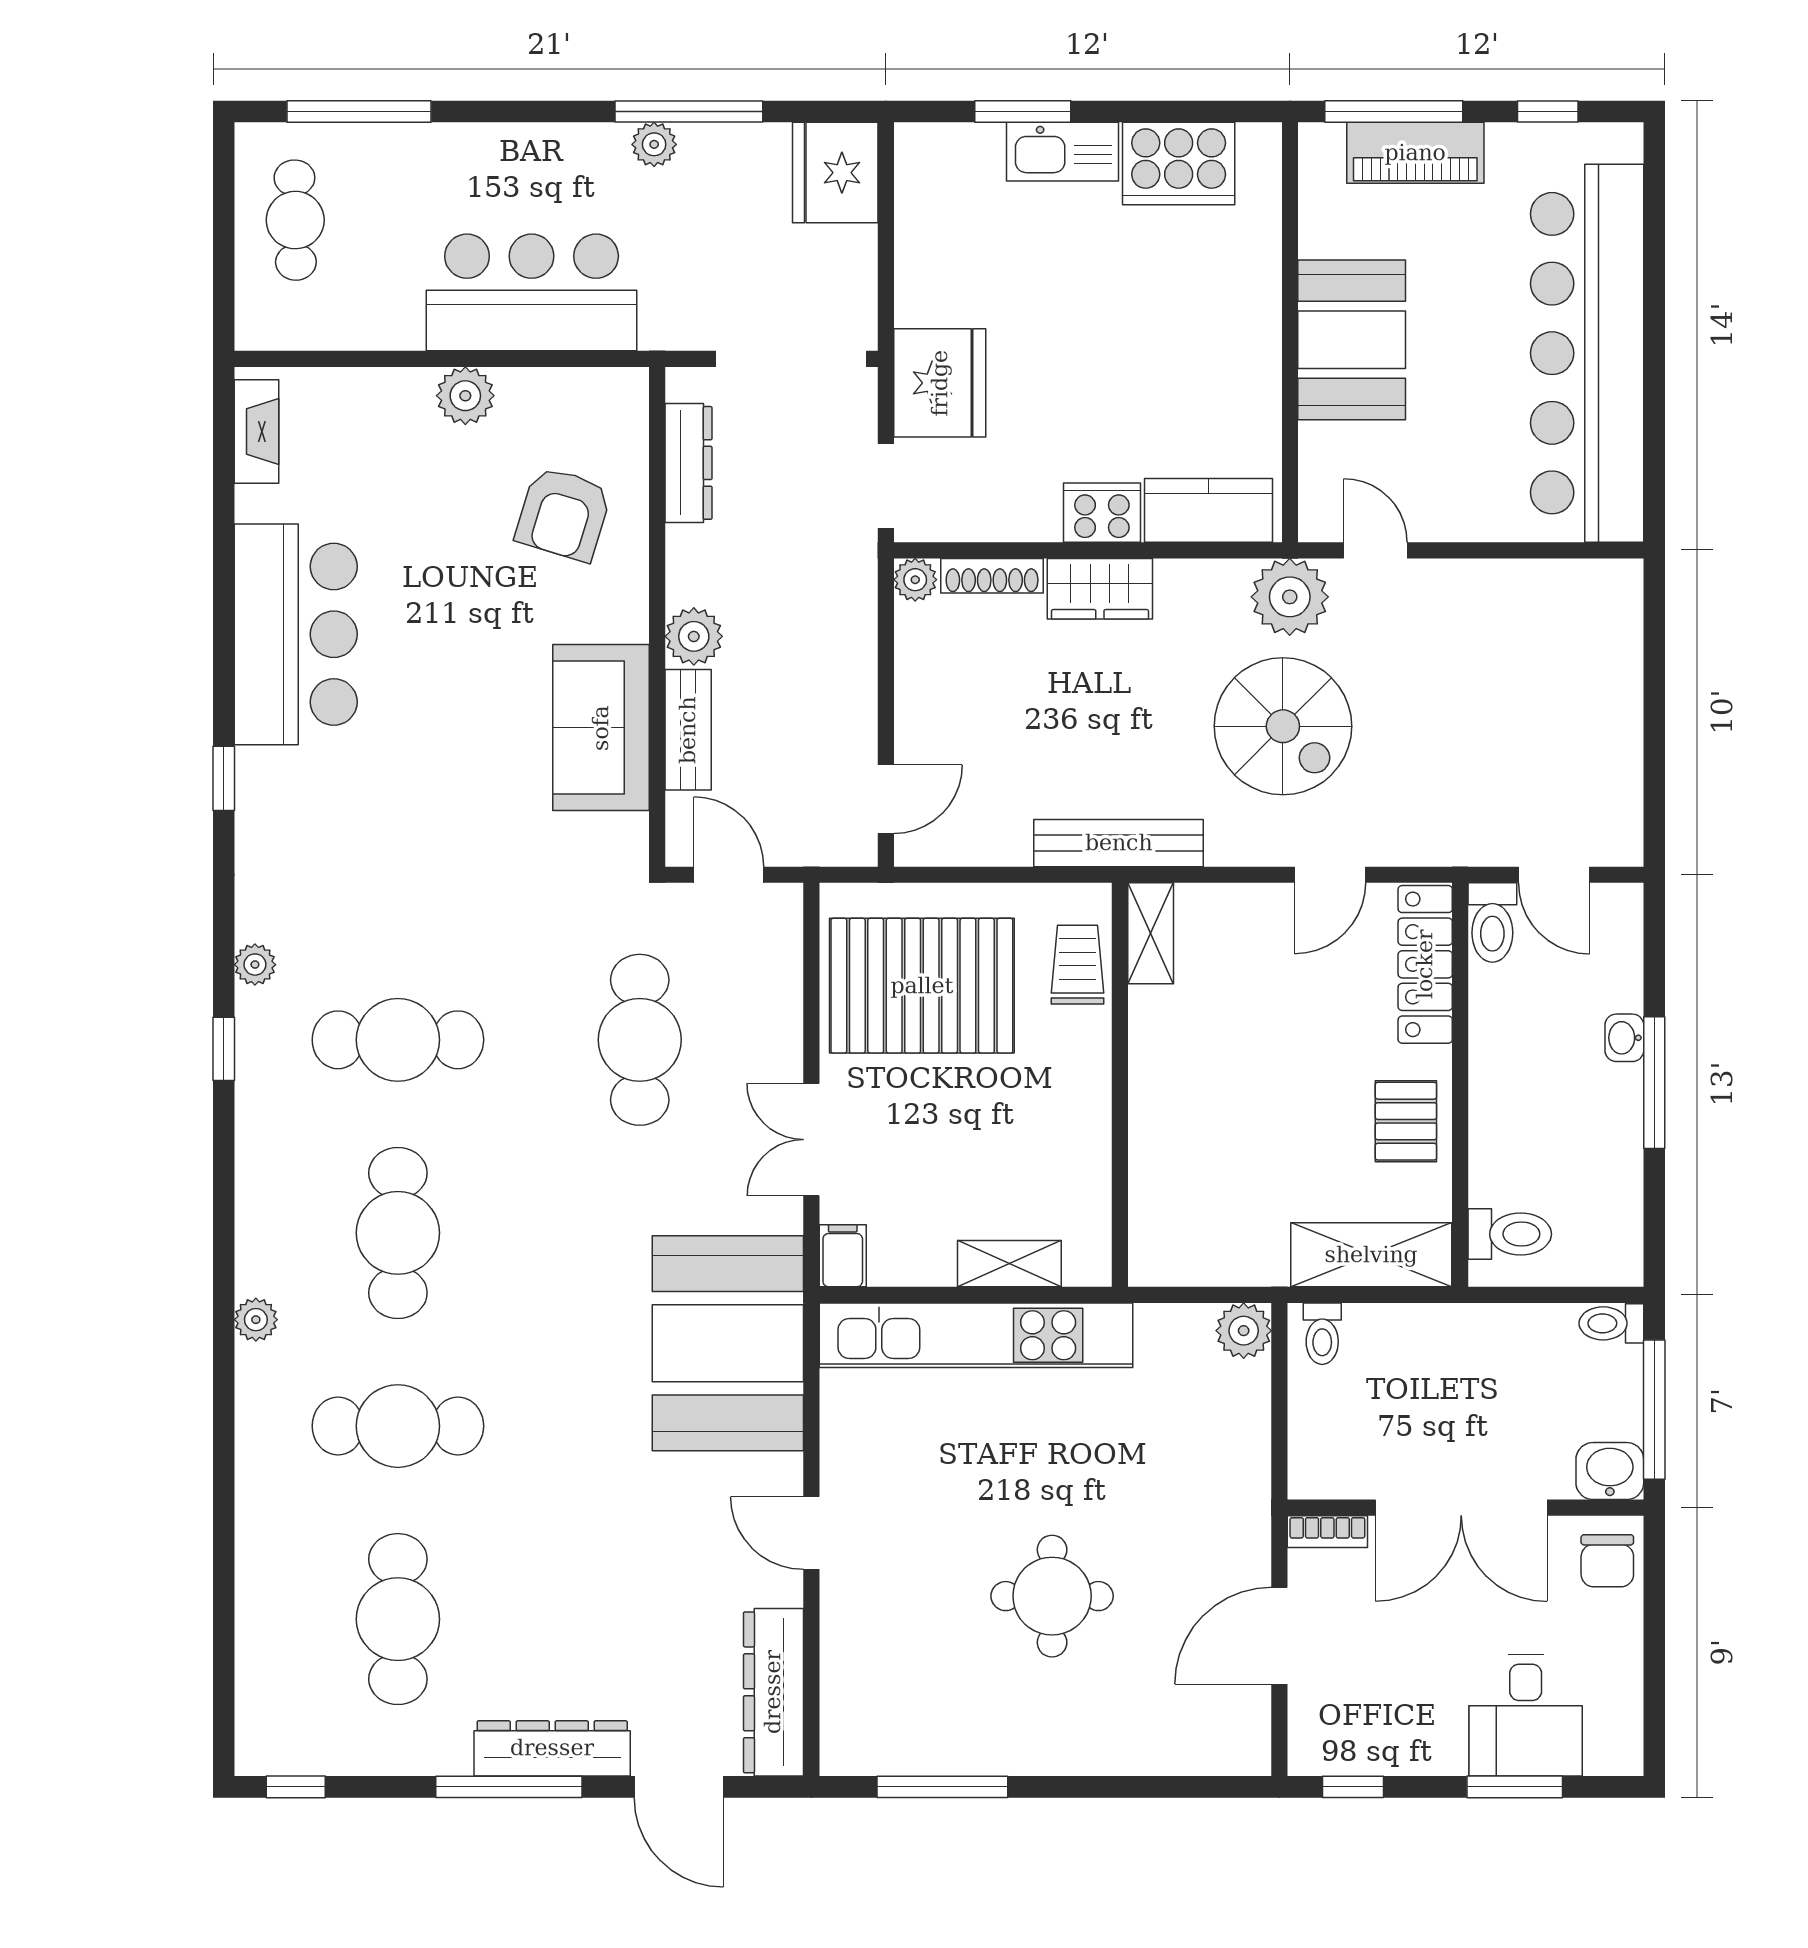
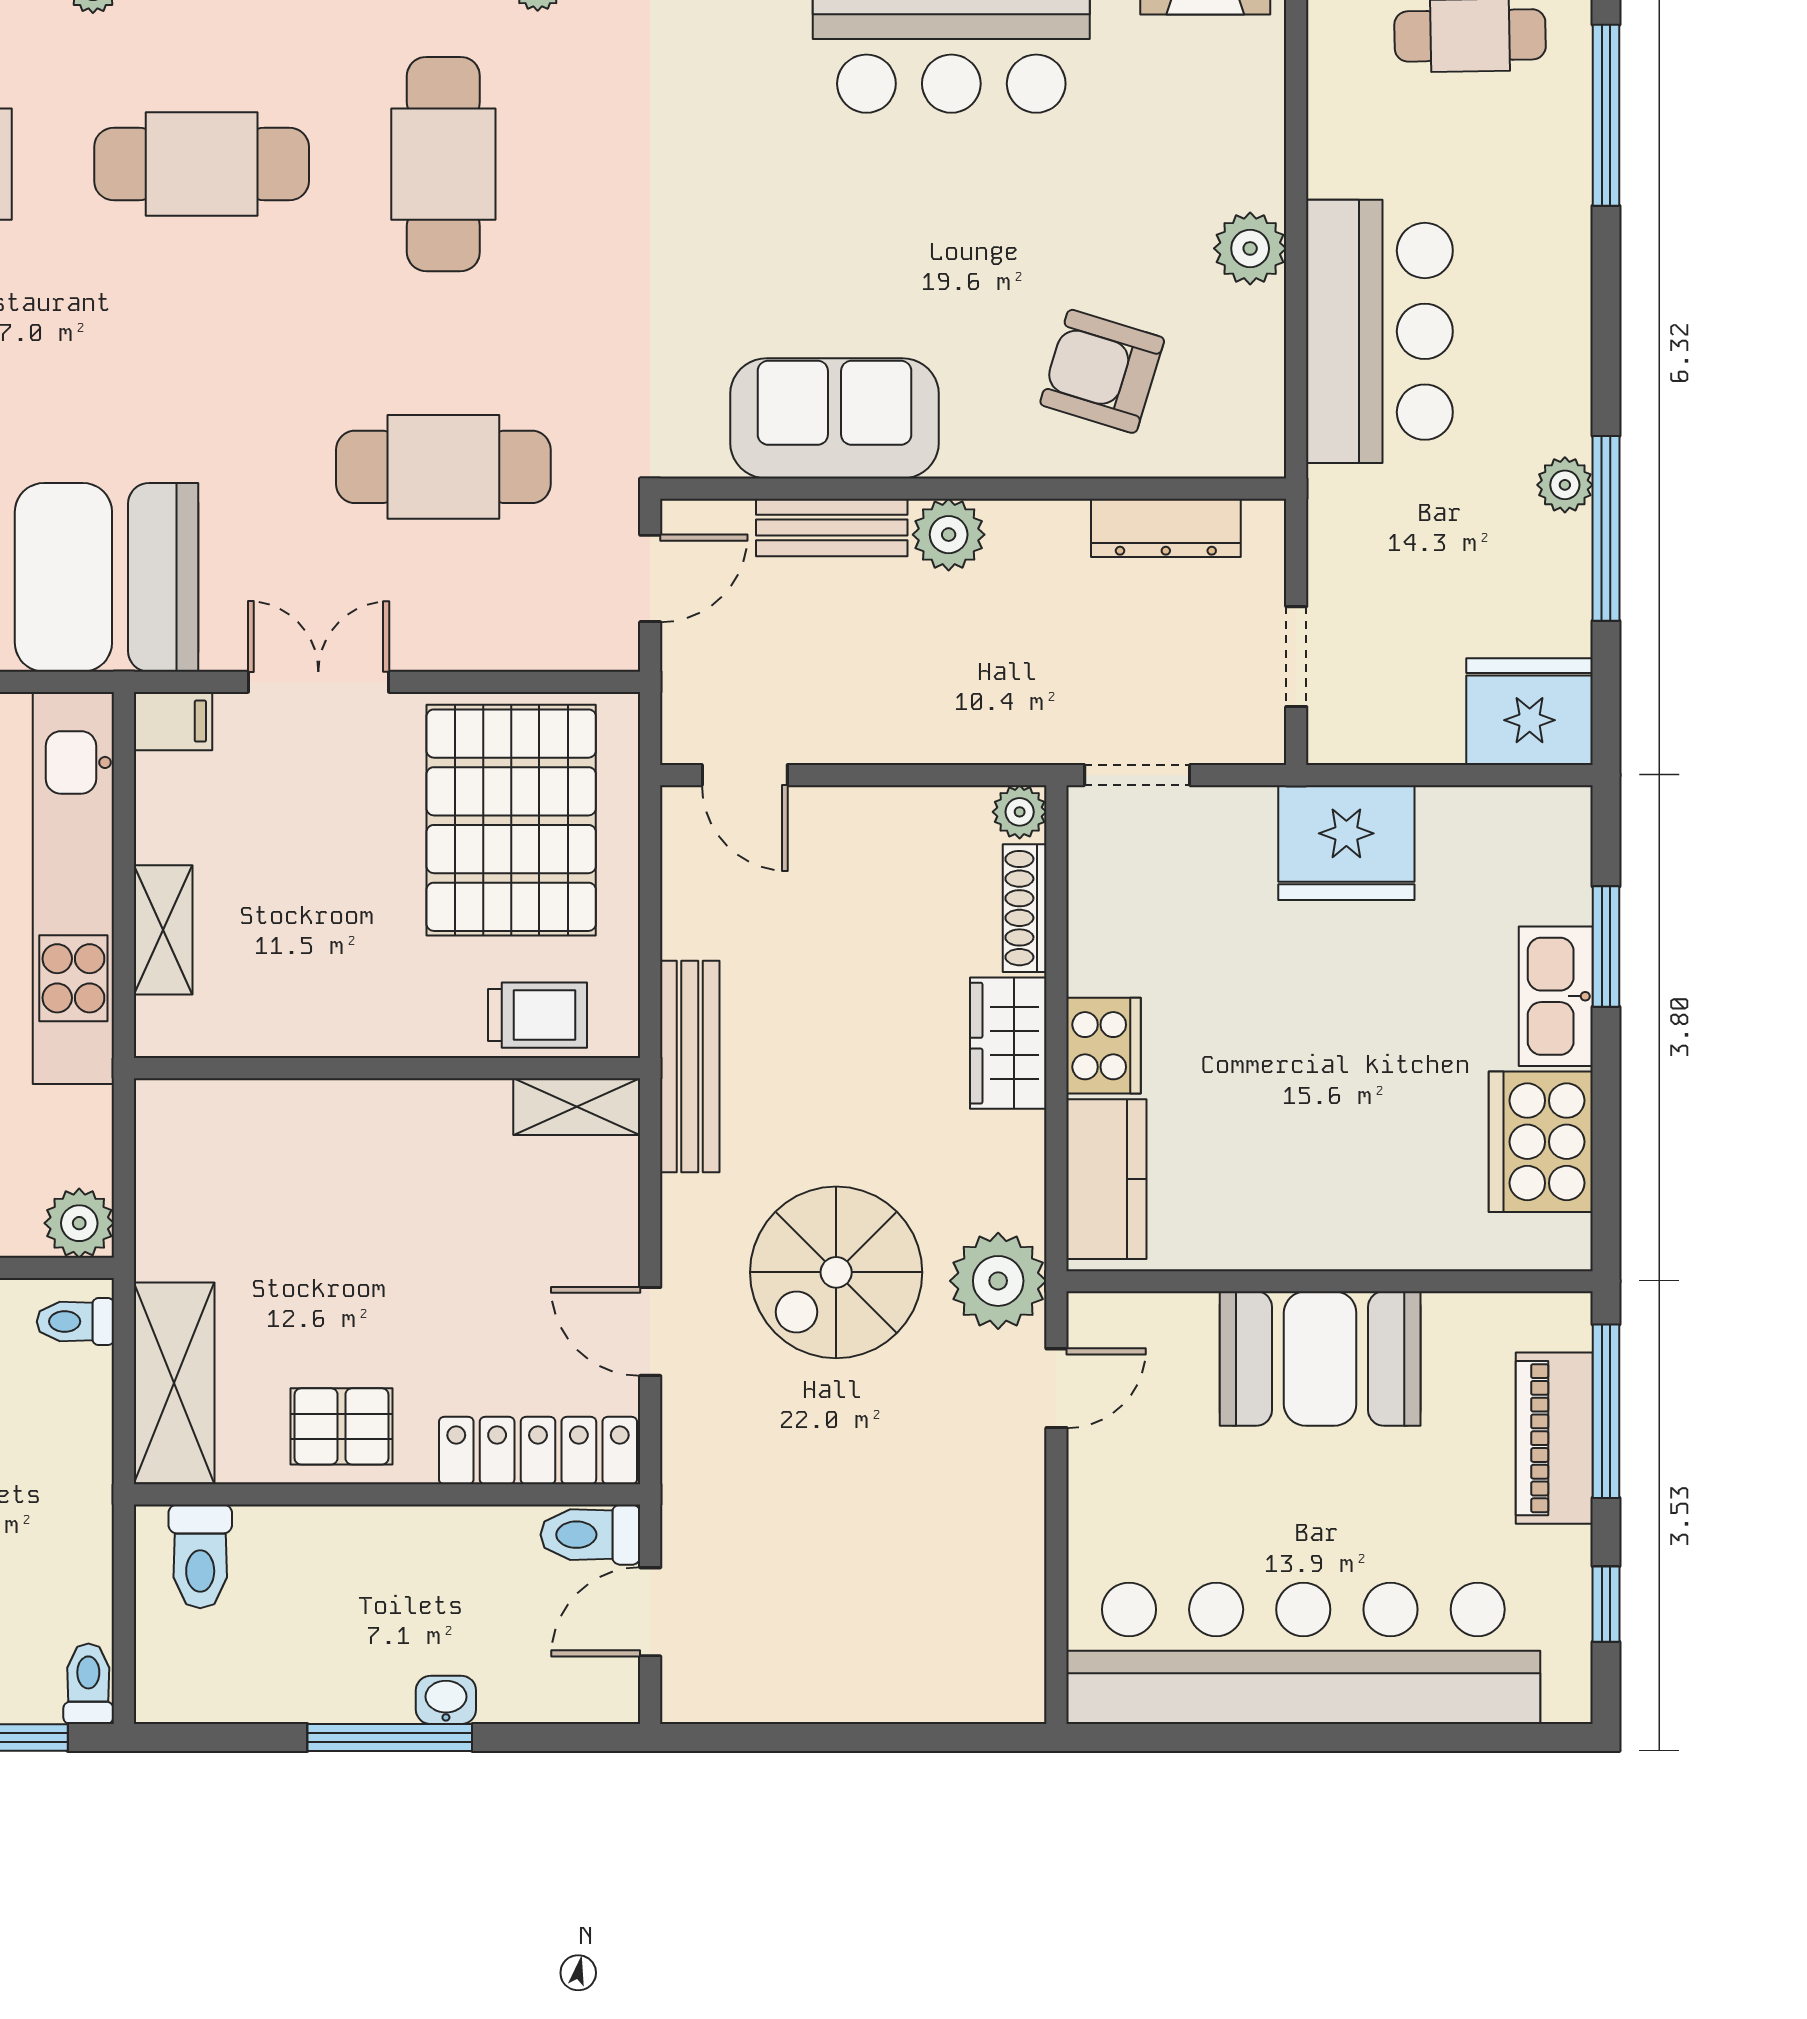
doorway: (791, 359) -> (1296, 657), width x0.53
fridge: (940, 383) -> (1346, 843), moved

